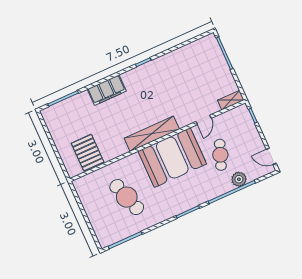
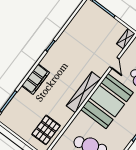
pallet: (88, 153) -> (46, 130), turned 90

